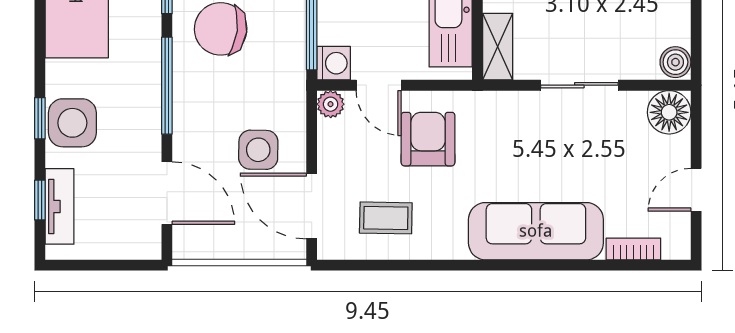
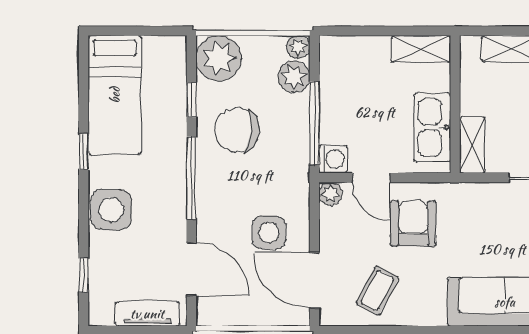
window: (40, 118) -> (84, 152), moved
tv unit: (60, 206) -> (147, 314), moved, turned -90
coffee table: (386, 218) -> (377, 290), turned -63

